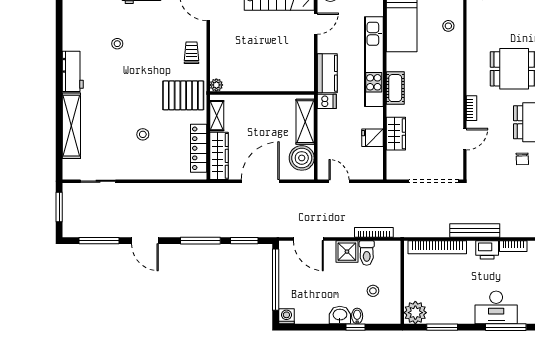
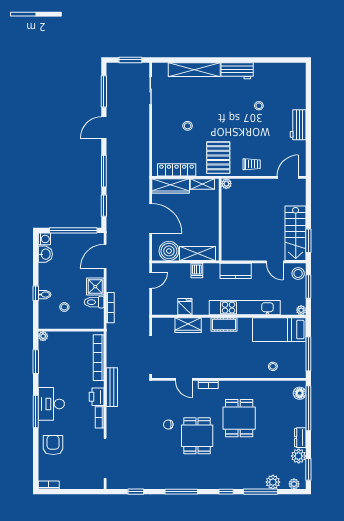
dishwasher: (327, 101) -> (197, 271), moved
plant: (415, 313) -> (43, 336), width x0.53, depth x0.53
washbasin: (340, 315) -> (45, 254), moved

